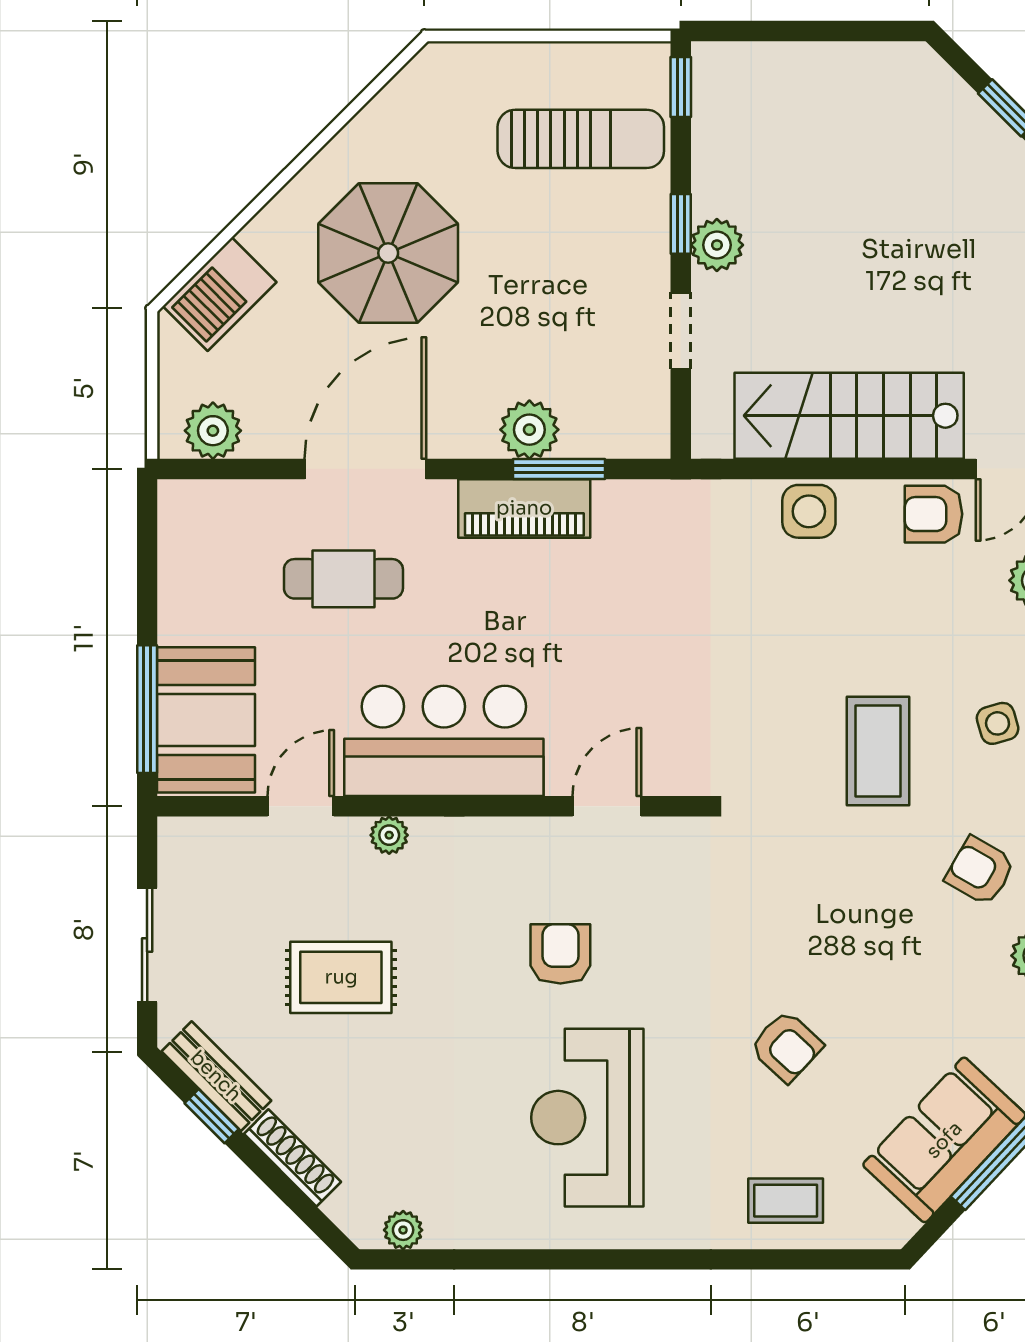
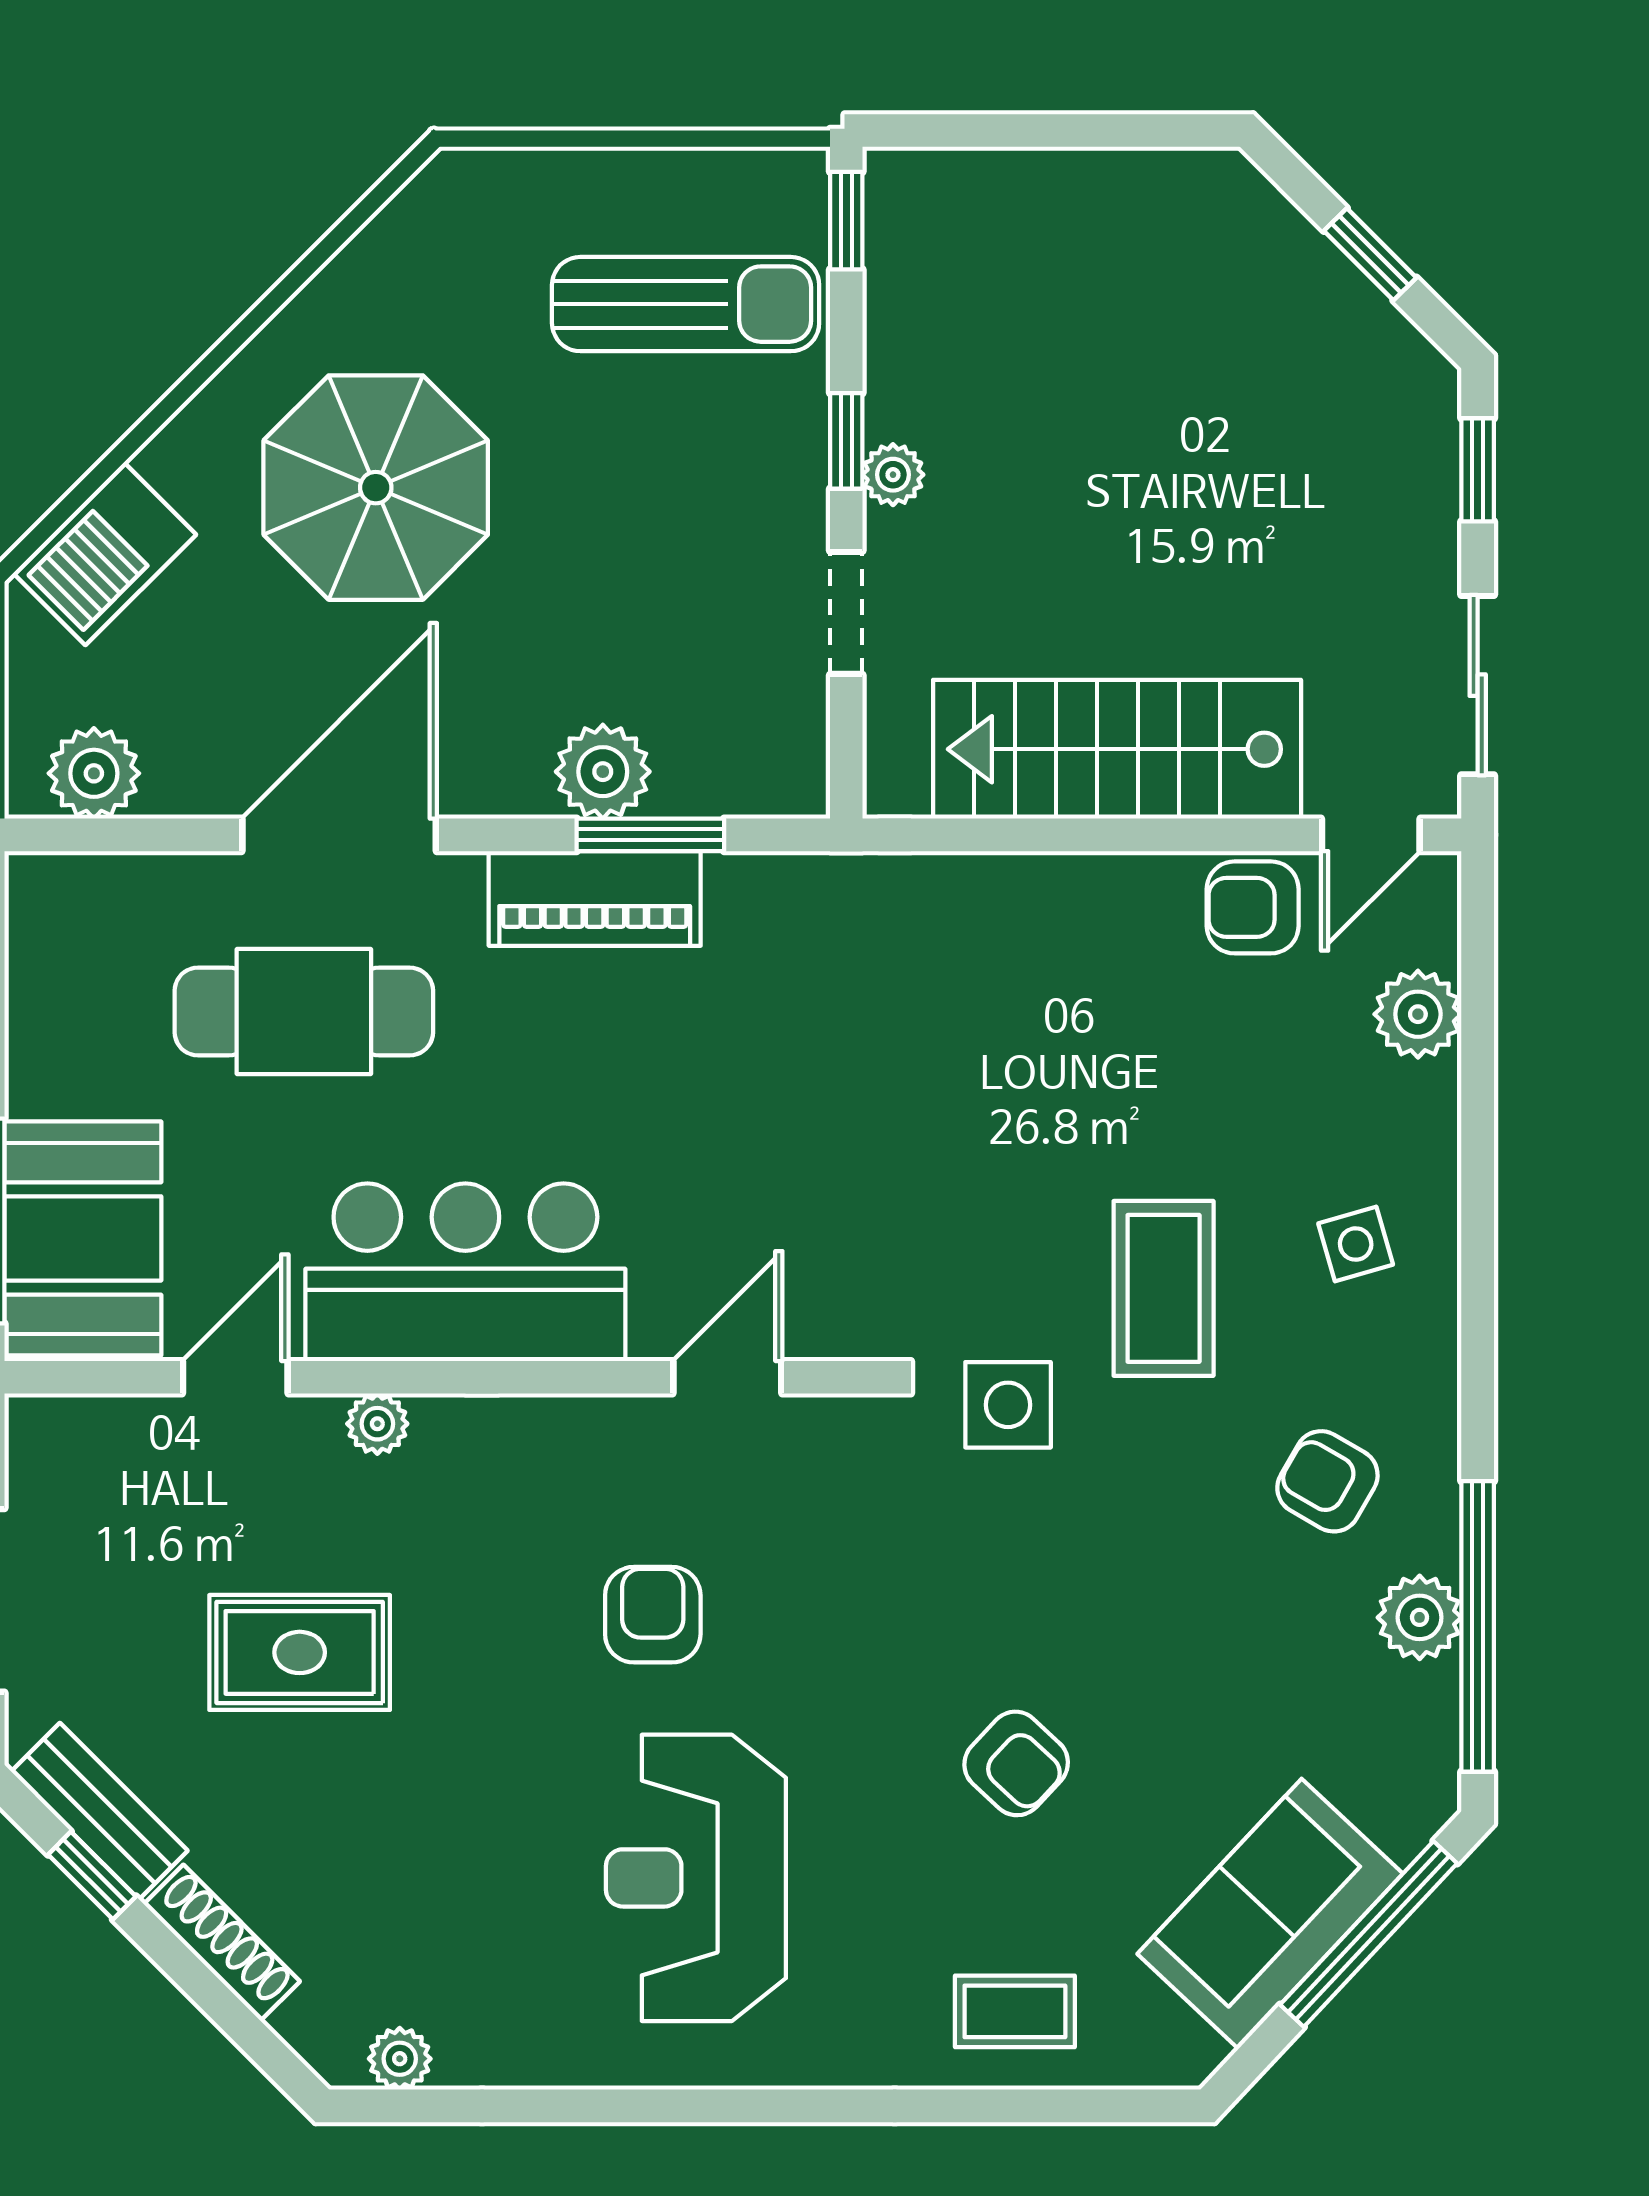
plant: (717, 245) -> (893, 475), width x0.73, depth x0.73
side table: (809, 511) -> (1008, 1405), moved
cafe table: (343, 579) -> (304, 1011), width x1.37, depth x1.35

